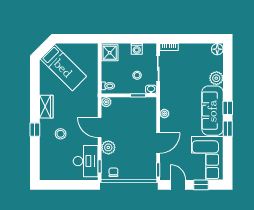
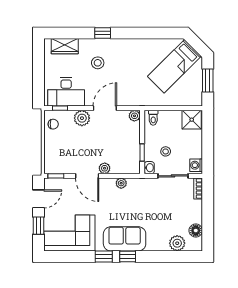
window: (76, 39) -> (208, 81), added
washing machine: (137, 49) -> (196, 165), moved
floor lamp: (217, 49) -> (196, 231), moved
plant: (216, 78) -> (177, 243), moved
wardrobe: (46, 107) -> (65, 46), moved
sofa: (212, 111) -> (125, 239), width x0.73
plant: (152, 128) -> (105, 168), added

